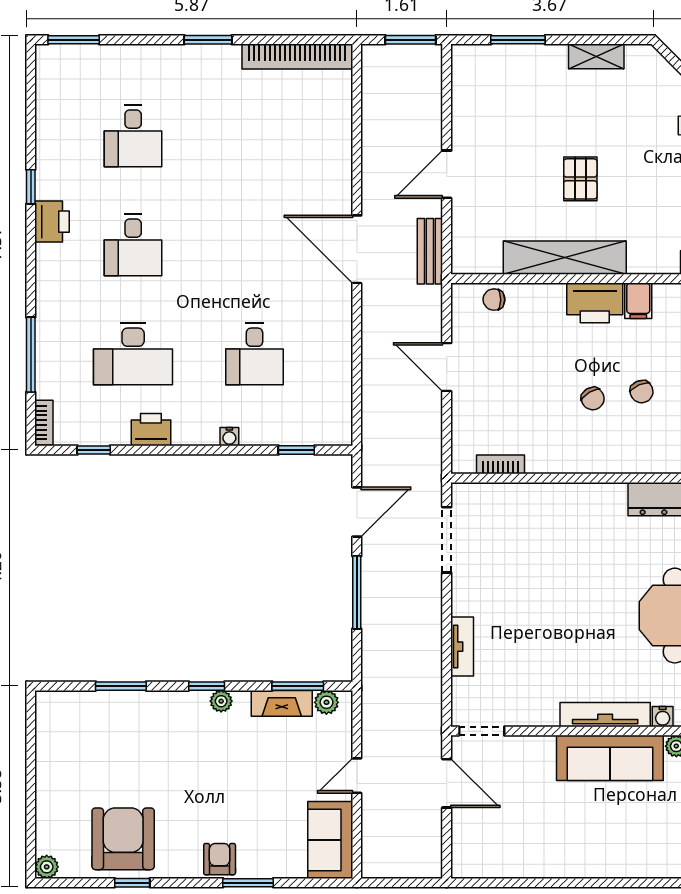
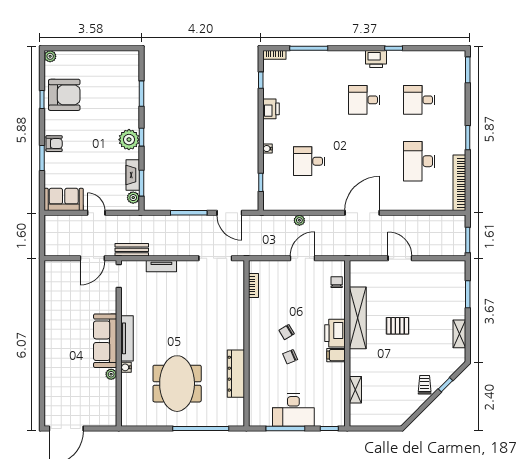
bench: (430, 251) -> (132, 250), moved
desk: (133, 354) -> (419, 161), moved
plant: (372, 373) -> (299, 220), added
plant: (221, 701) -> (129, 140), width x1.87, depth x1.87

